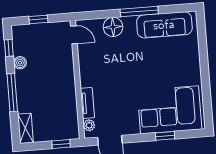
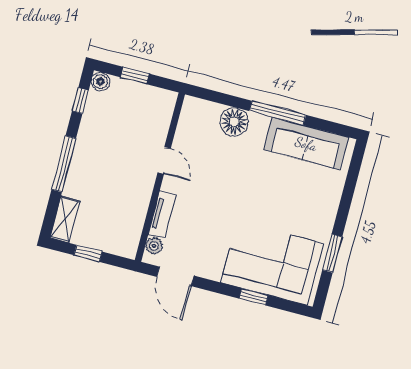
door: (74, 35) -> (164, 161), moved
boiler: (20, 63) -> (100, 82), moved
window: (206, 90) -> (332, 253), added
window: (61, 144) -> (88, 253), moved

